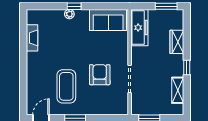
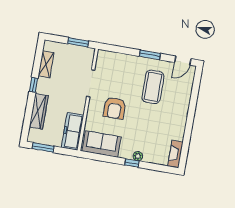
fireplace: (32, 38) -> (175, 154), moved
wardrobe: (177, 42) -> (39, 111), width x1.50
armchair: (100, 75) -> (115, 108), moved

